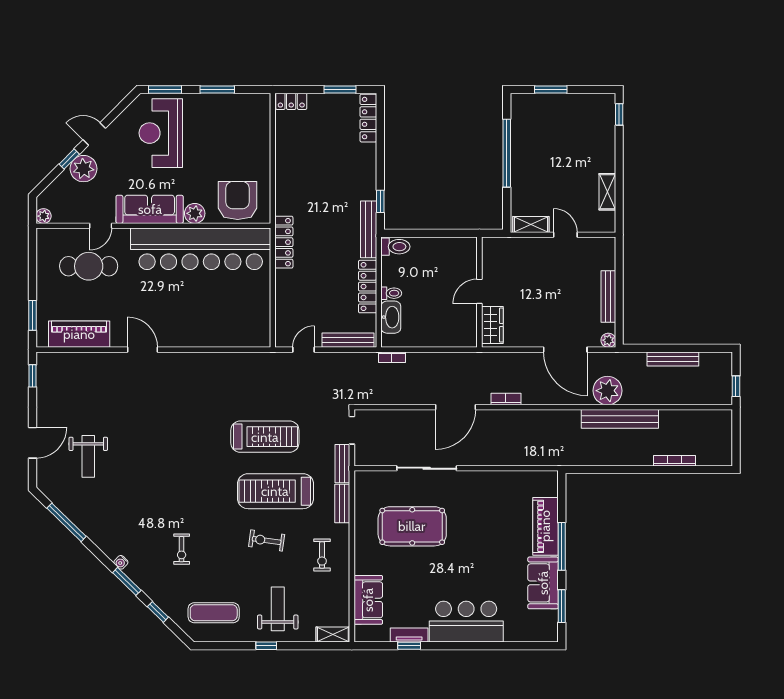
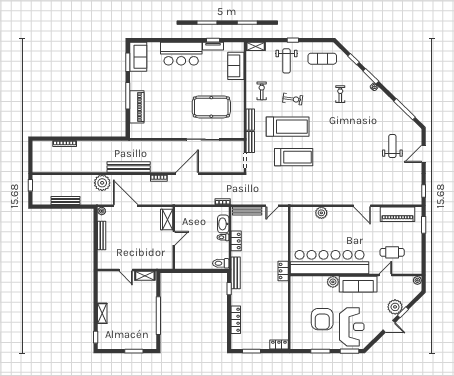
locker: (368, 118) -> (236, 320), moved
shelving: (607, 192) -> (102, 313), moved
armchair: (238, 200) -> (322, 319), moved
locker: (284, 242) -> (283, 271), width x0.66
cafe table: (89, 266) -> (392, 252), width x0.73, depth x0.74
locker: (368, 287) -> (236, 241), width x0.66
plant: (215, 337) -> (321, 213), added
bench: (620, 419) -> (129, 167), moved
treadmill: (265, 437) -> (294, 157), turned 180
sofa: (543, 583) -> (138, 57), moved

